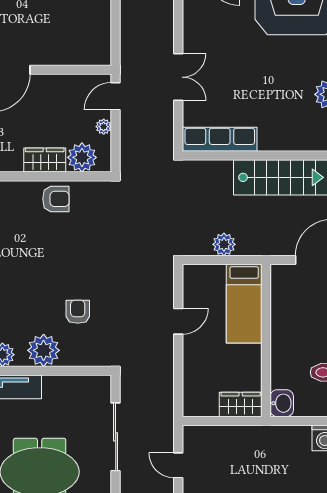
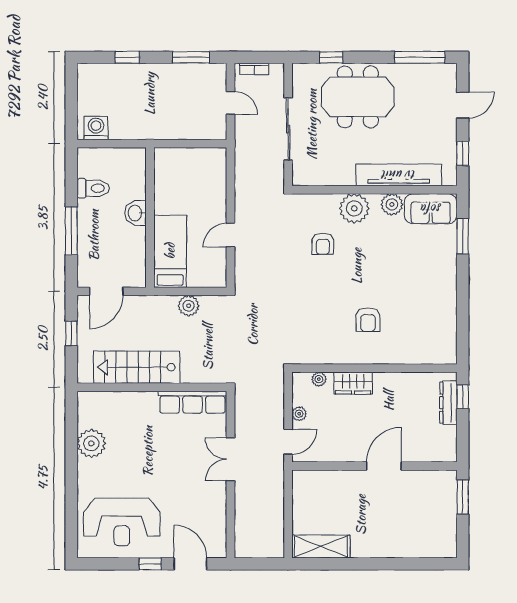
plant: (82, 157) -> (319, 379), width x0.53, depth x0.53
armchair: (56, 199) -> (368, 320), moved, turned -90
washbasin: (282, 403) -> (136, 213), moved
wardrobe: (241, 404) -> (173, 159), removed

